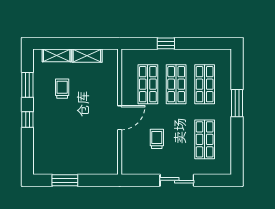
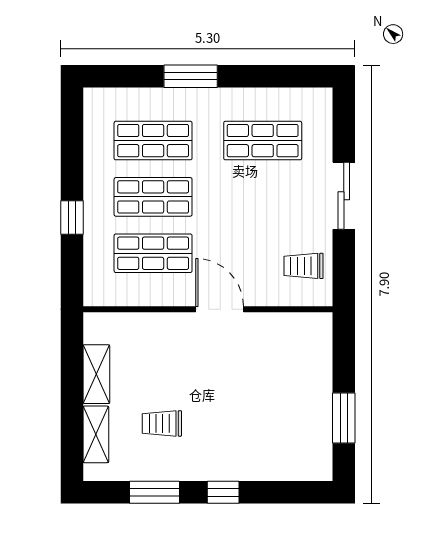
trolley: (157, 139) -> (304, 266), moved

